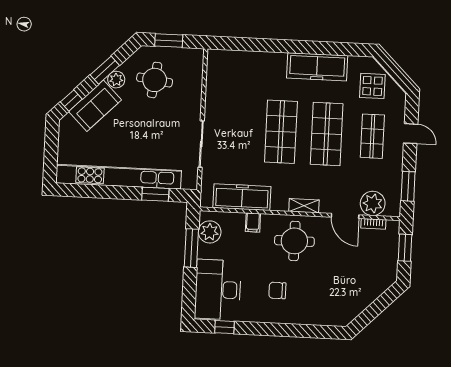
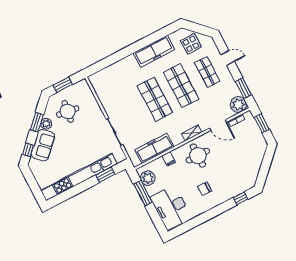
plant: (373, 203) -> (238, 105), moved
window: (224, 327) -> (241, 198), moved

